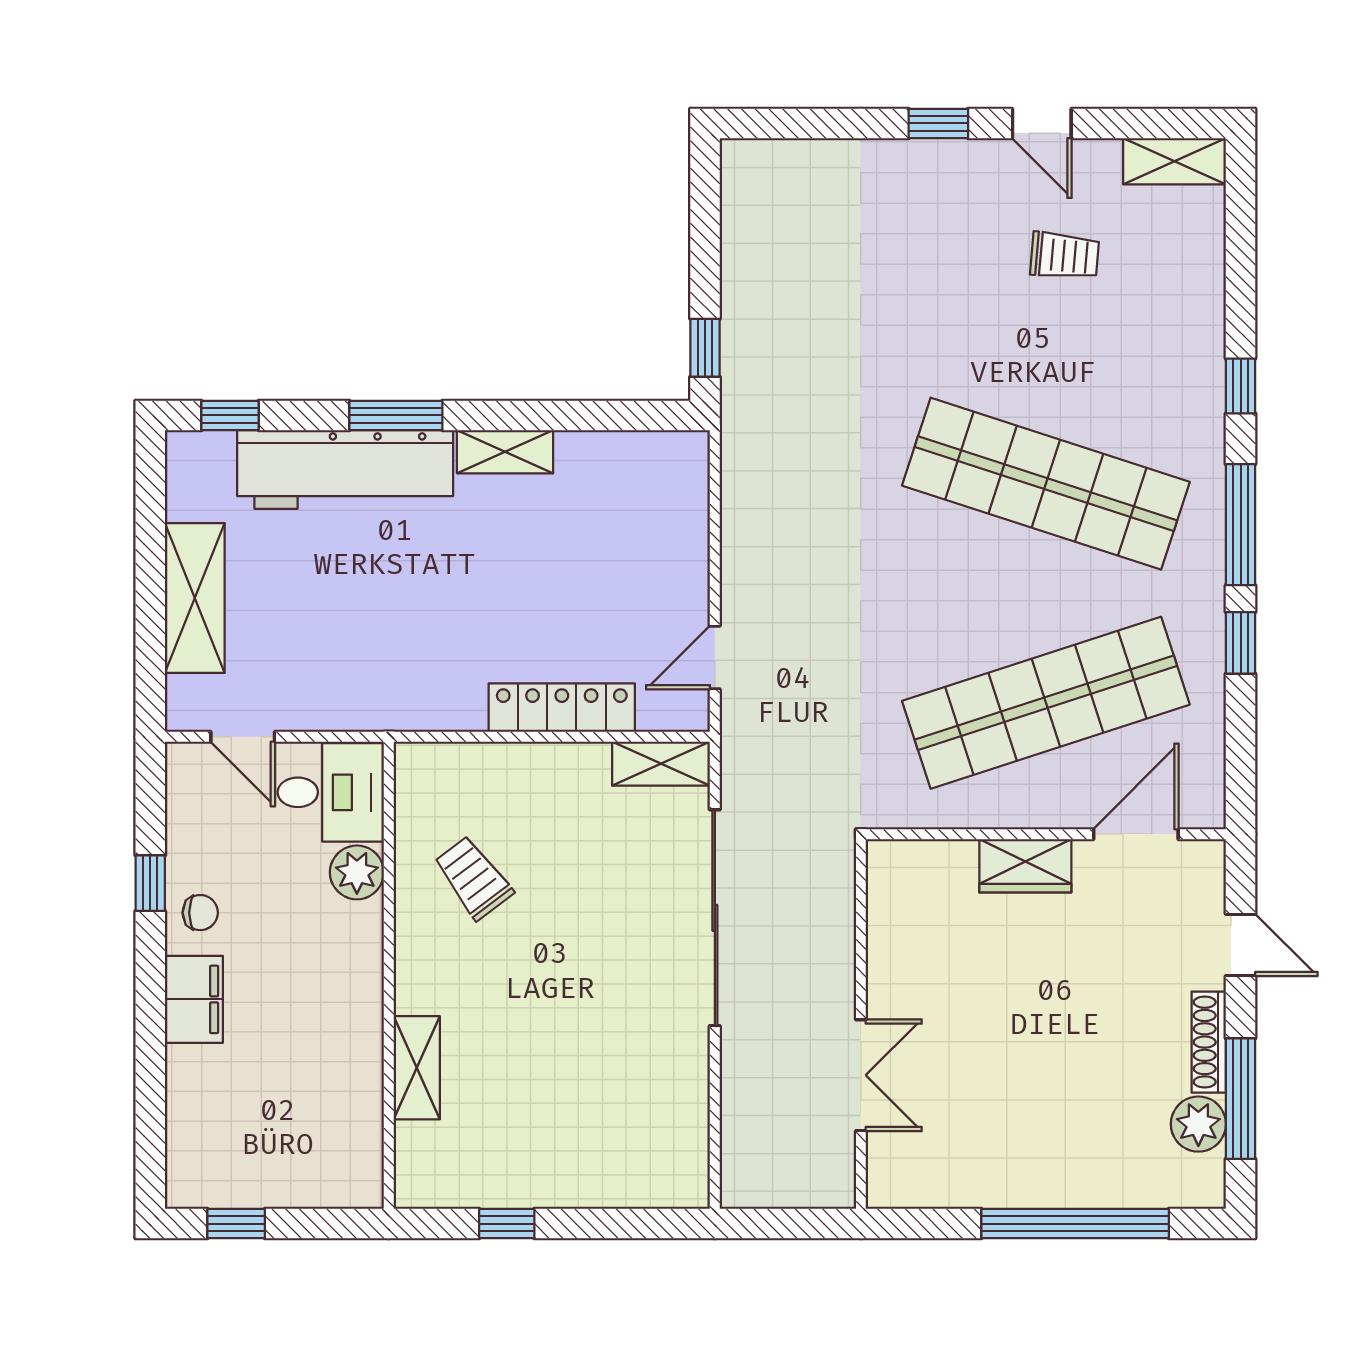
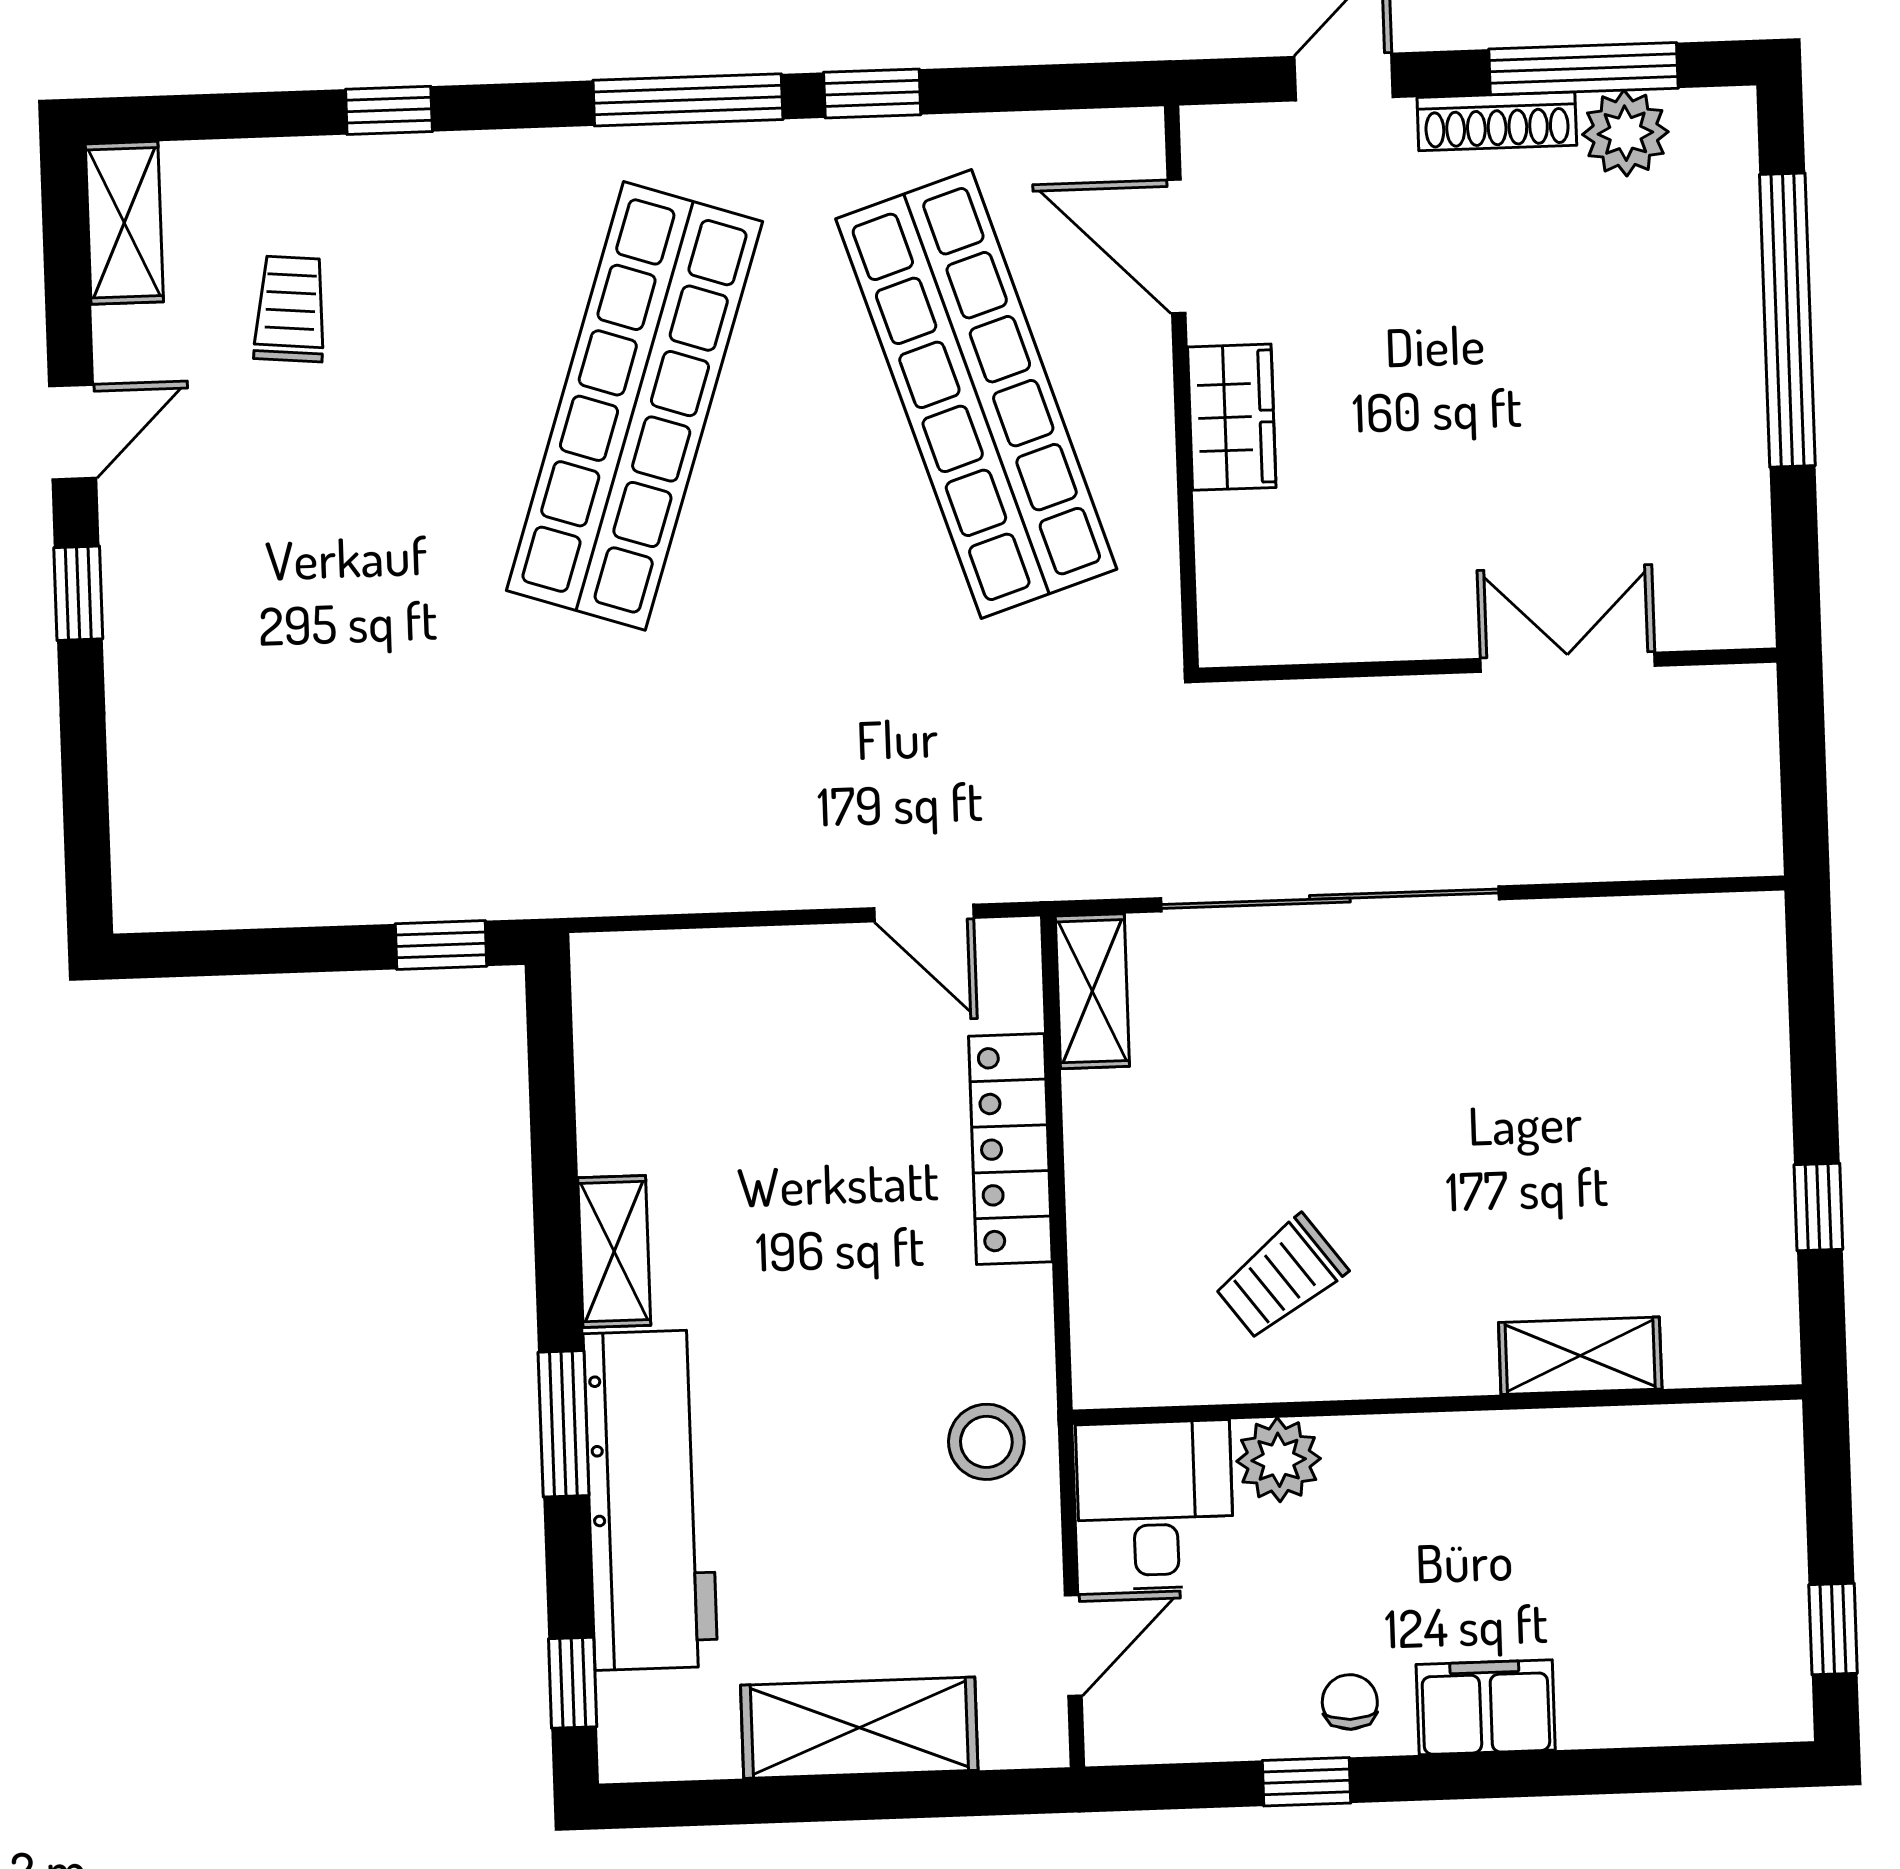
trolley: (1065, 256) -> (290, 309), moved
window: (1241, 386) -> (389, 110), moved
stool: (375, 686) -> (986, 1442), added

